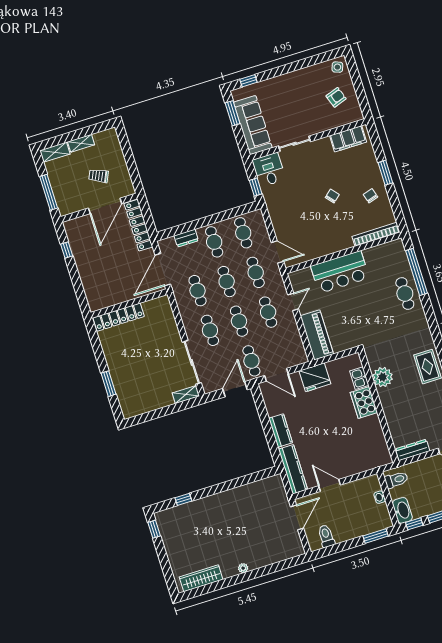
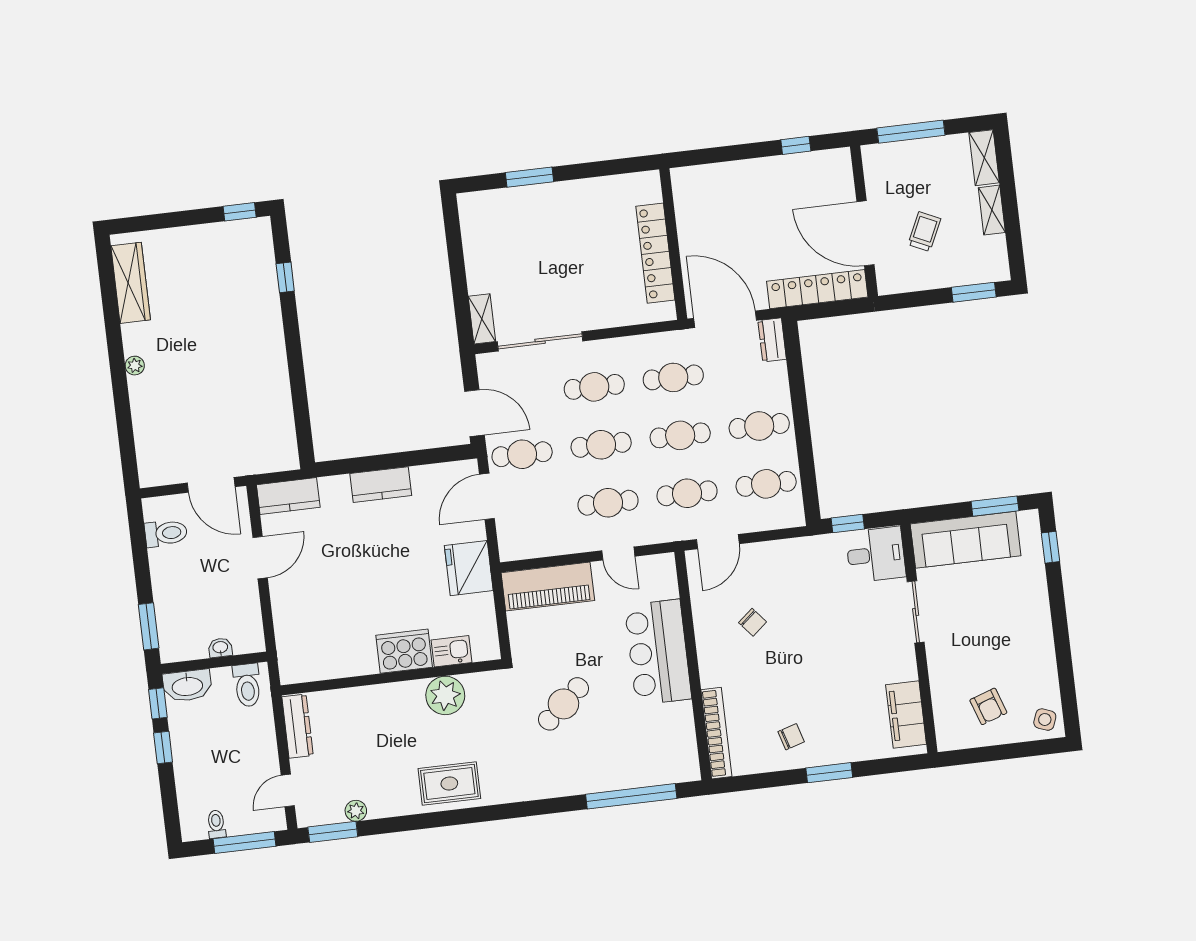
window: (125, 145) -> (974, 292), added
chair: (332, 196) -> (753, 622), moved
dresser: (186, 238) -> (772, 340), moved
cafe table: (405, 293) -> (563, 704), moved, turned -41
locker: (119, 317) -> (655, 253), moved
kitchen counter: (293, 469) -> (288, 496), width x0.67

